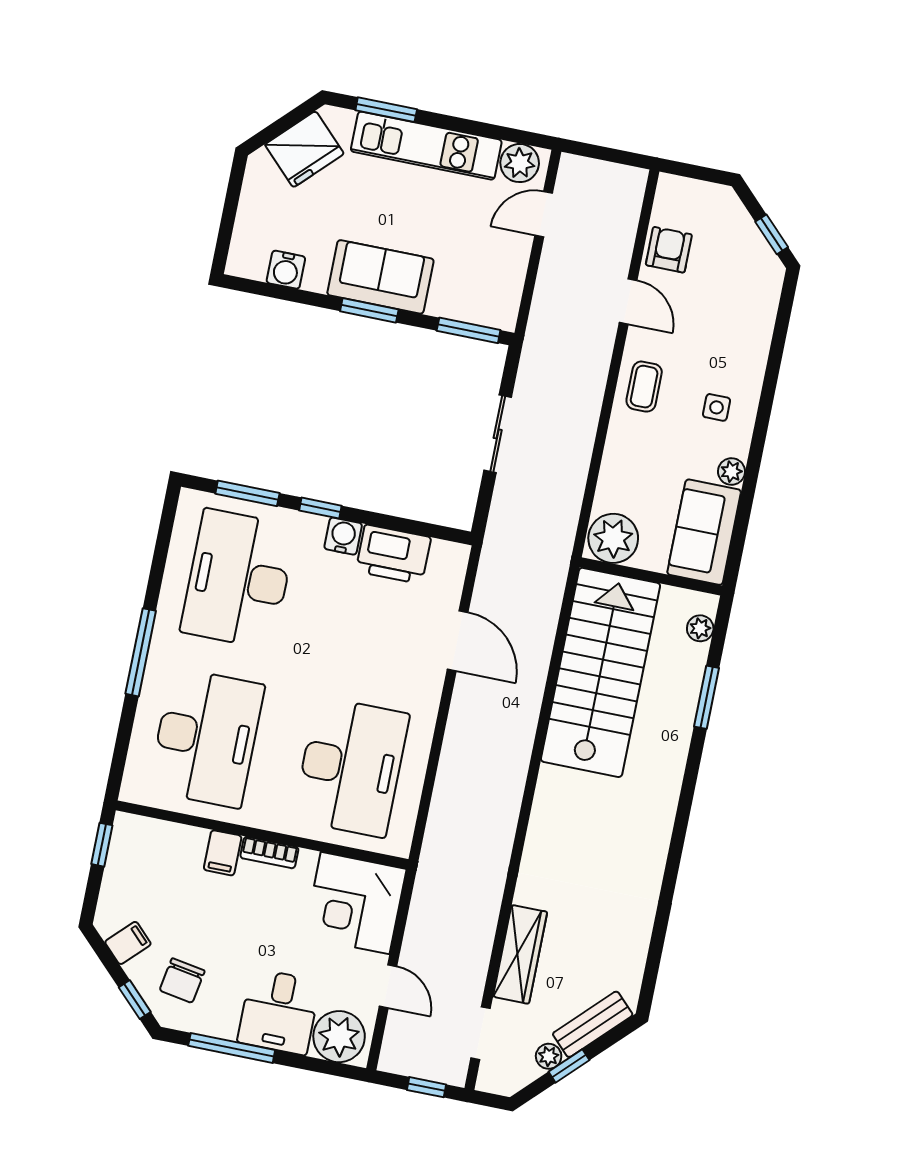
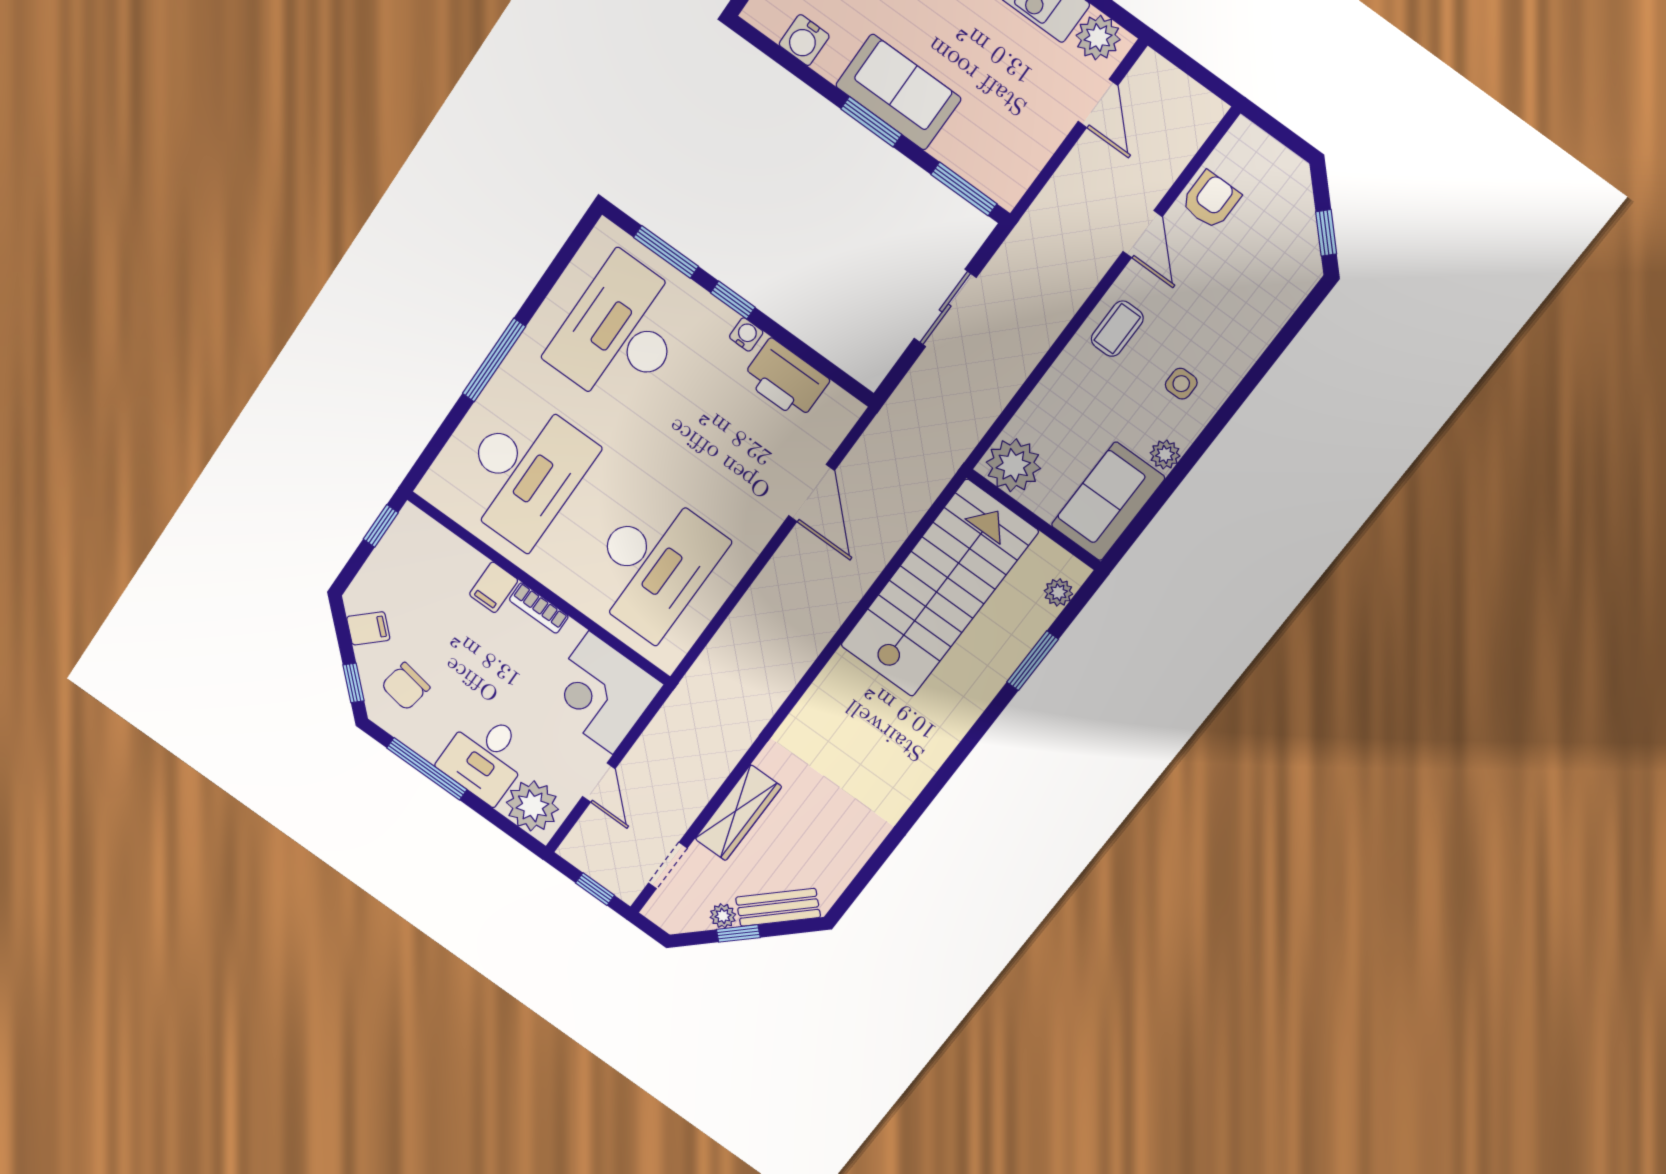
door: (544, 214) -> (1098, 103), swing flipped
water cooler: (343, 536) -> (746, 334), width x0.72, depth x0.72

